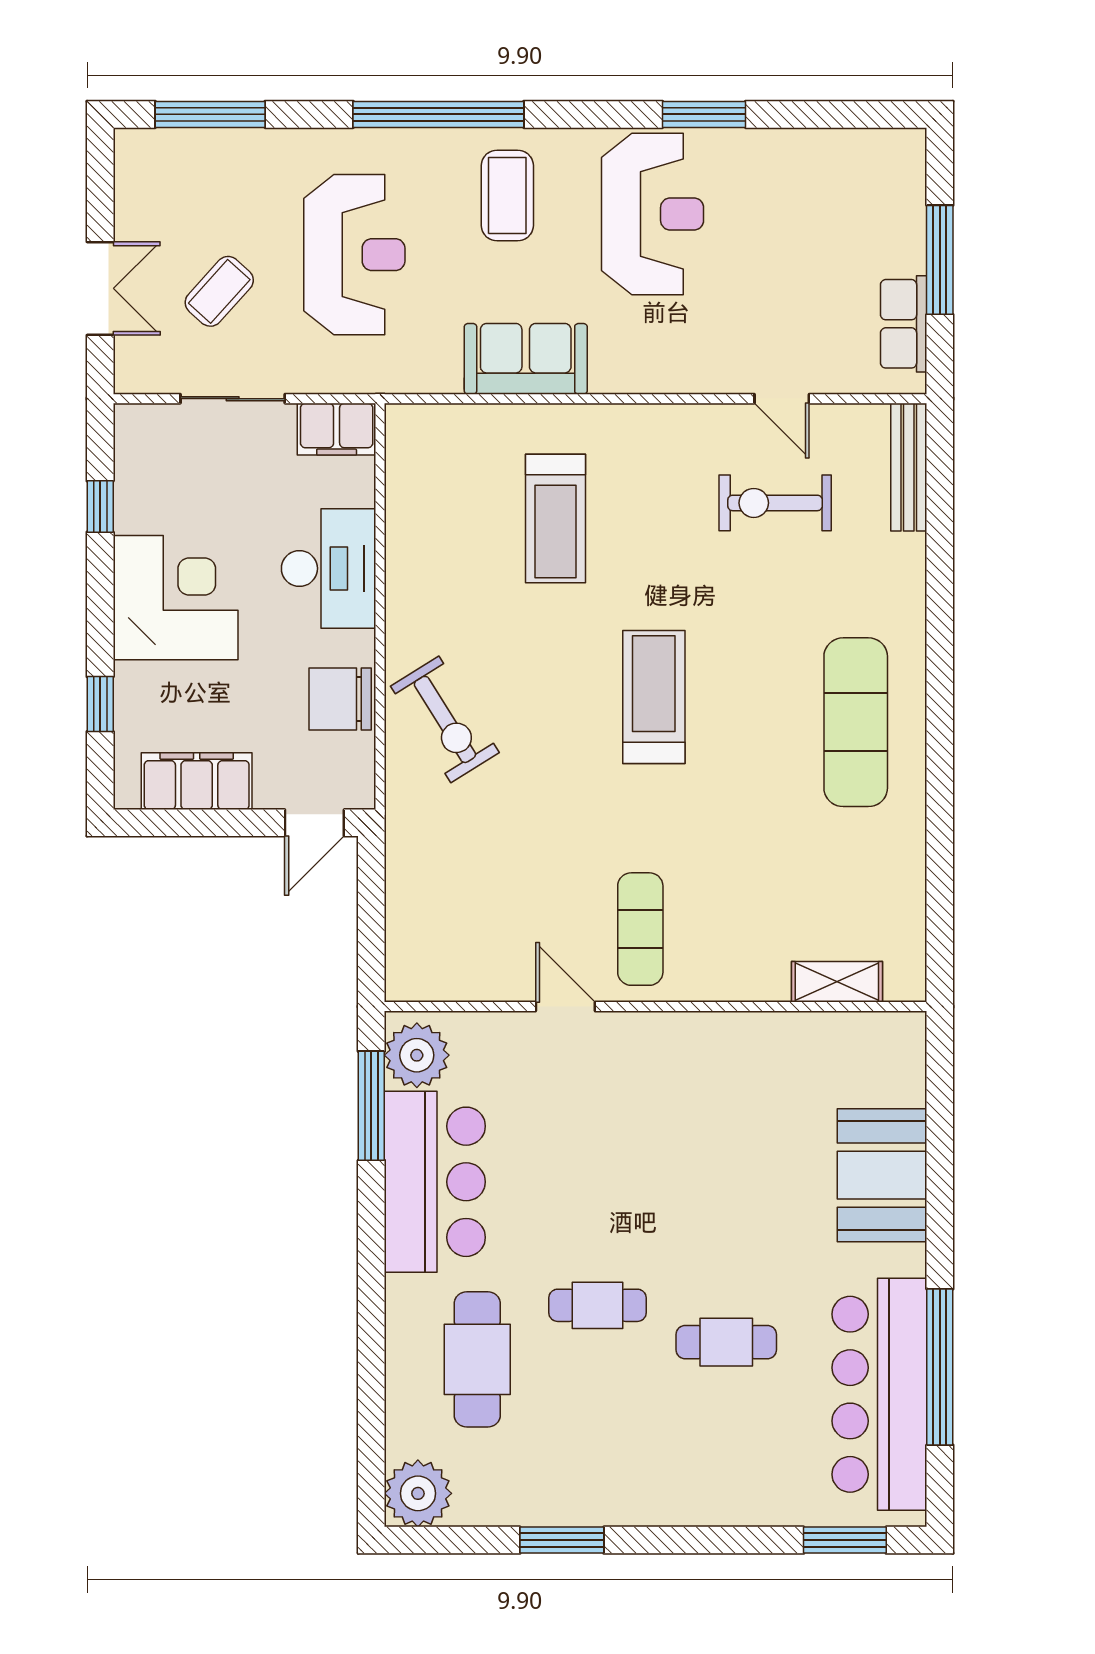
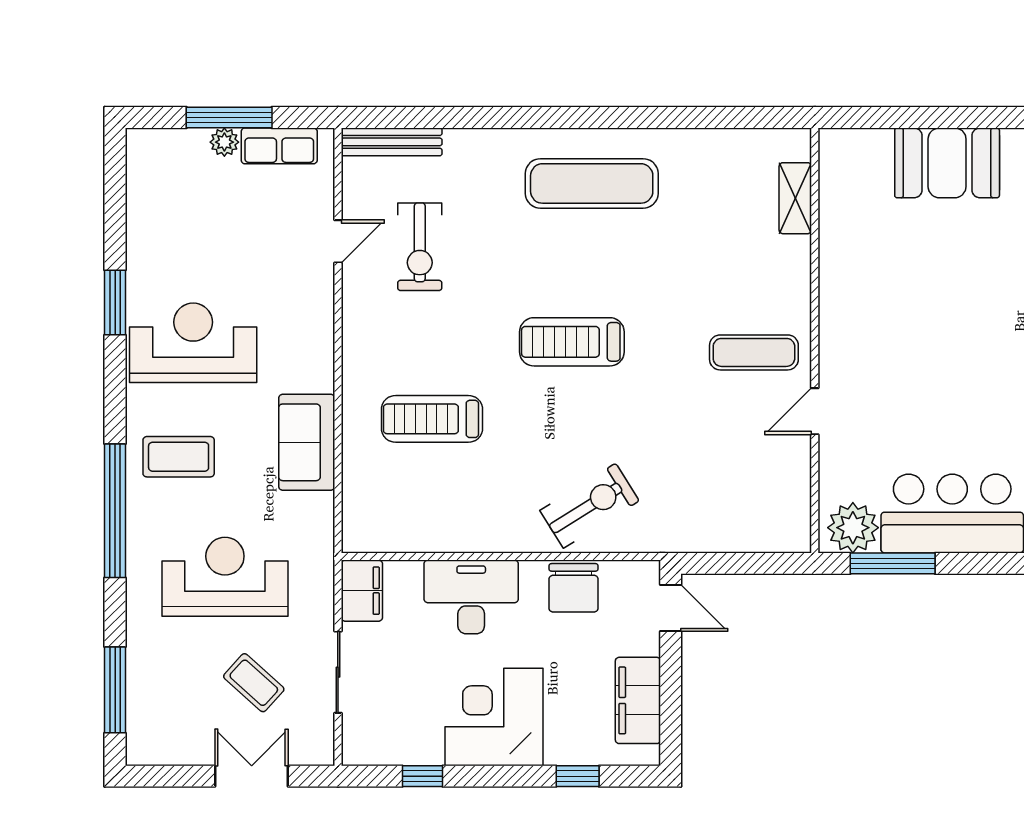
plant: (909, 254) -> (224, 142), added
treadmill: (556, 519) -> (432, 419), turned 180

